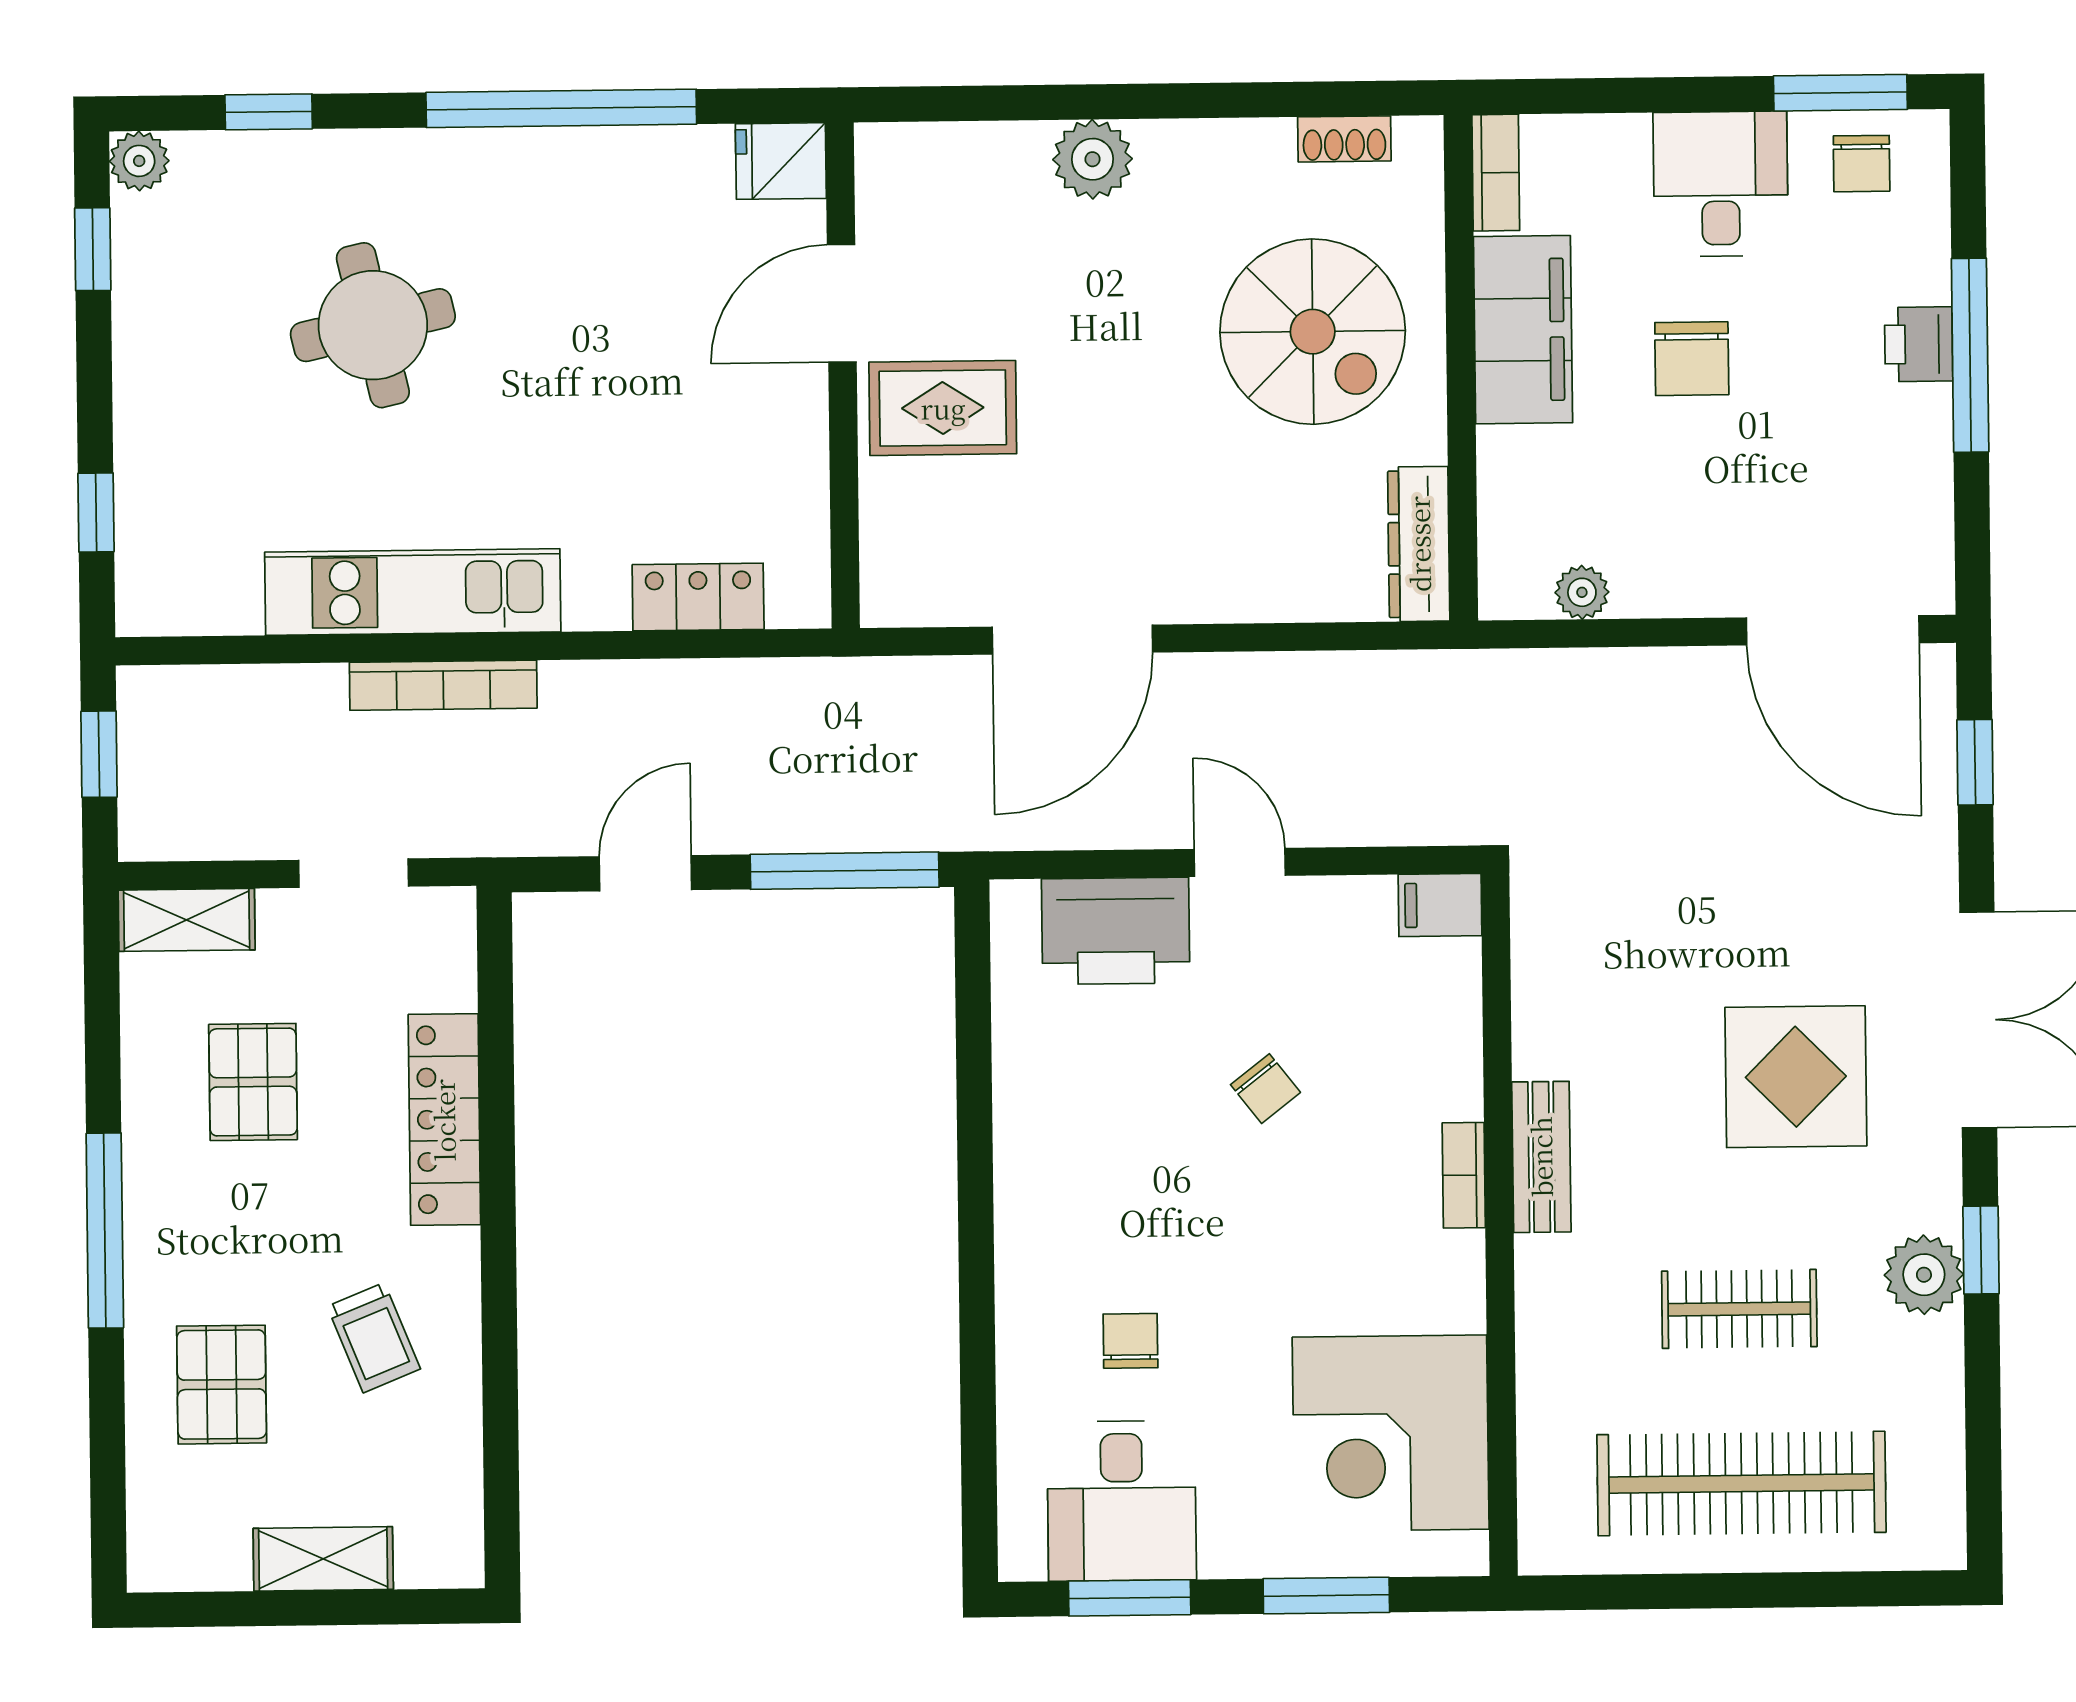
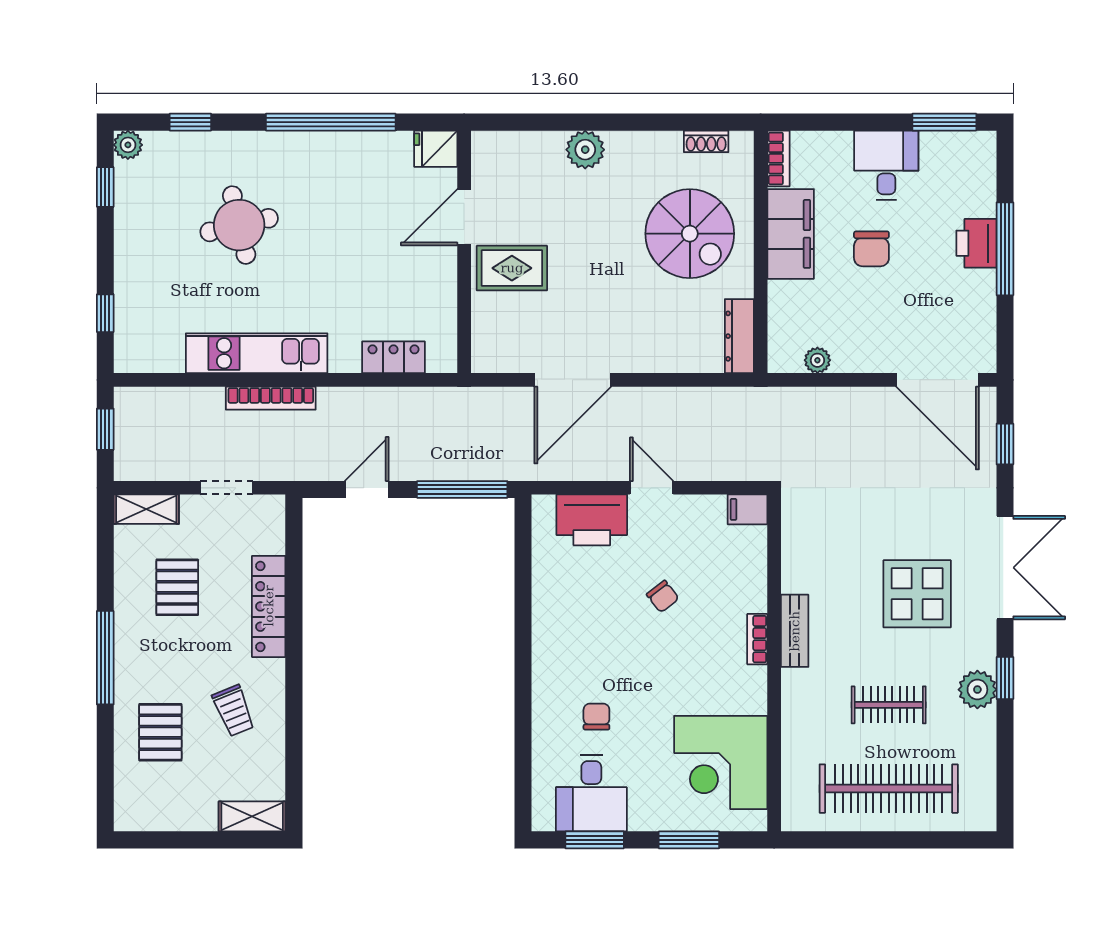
chair: (1862, 164) -> (954, 156), removed
printer: (1919, 344) -> (976, 243), width x1.36, depth x1.24
shelving: (323, 1559) -> (252, 816), moved

